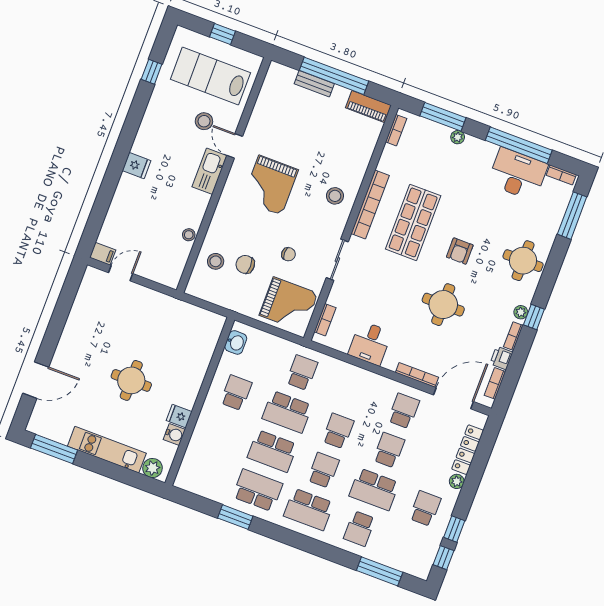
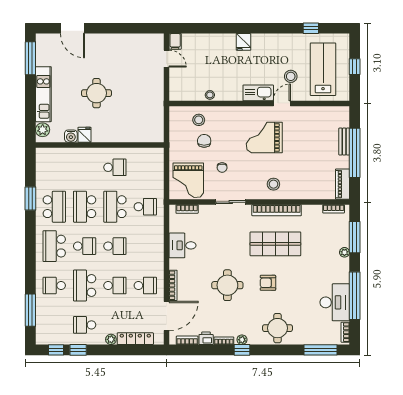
washbasin: (236, 342) -> (149, 154), removed
door: (454, 398) -> (167, 316), hinge flipped
school desk: (425, 508) -> (85, 325), turned 180

